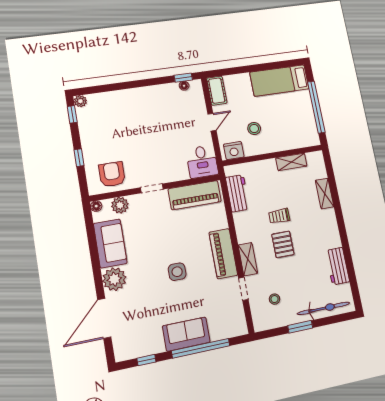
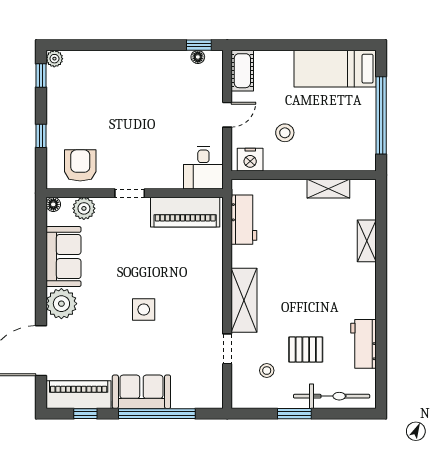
trolley: (279, 216) -> (296, 261), removed
pallet: (283, 244) -> (306, 349), moved, turned 90
piano: (223, 254) -> (79, 395), moved, turned 90
shelving: (248, 259) -> (244, 300), width x1.50, depth x1.33

